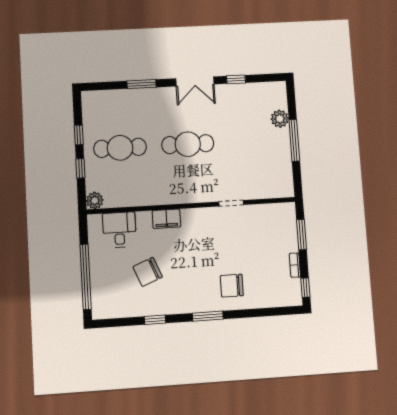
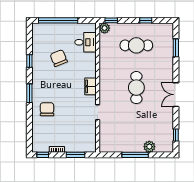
window: (236, 79) -> (176, 135), moved
window: (141, 84) -> (176, 48), moved
cafe table: (120, 148) -> (136, 45), turned 90
window: (80, 168) -> (111, 20), moved
filing cabinet: (166, 219) -> (91, 86), moved

